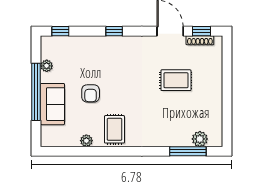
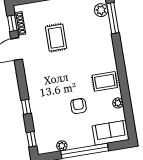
window: (114, 31) -> (26, 107), moved
armchair: (91, 93) -> (78, 106), turned -90
sofa: (52, 104) -> (111, 133), moved

